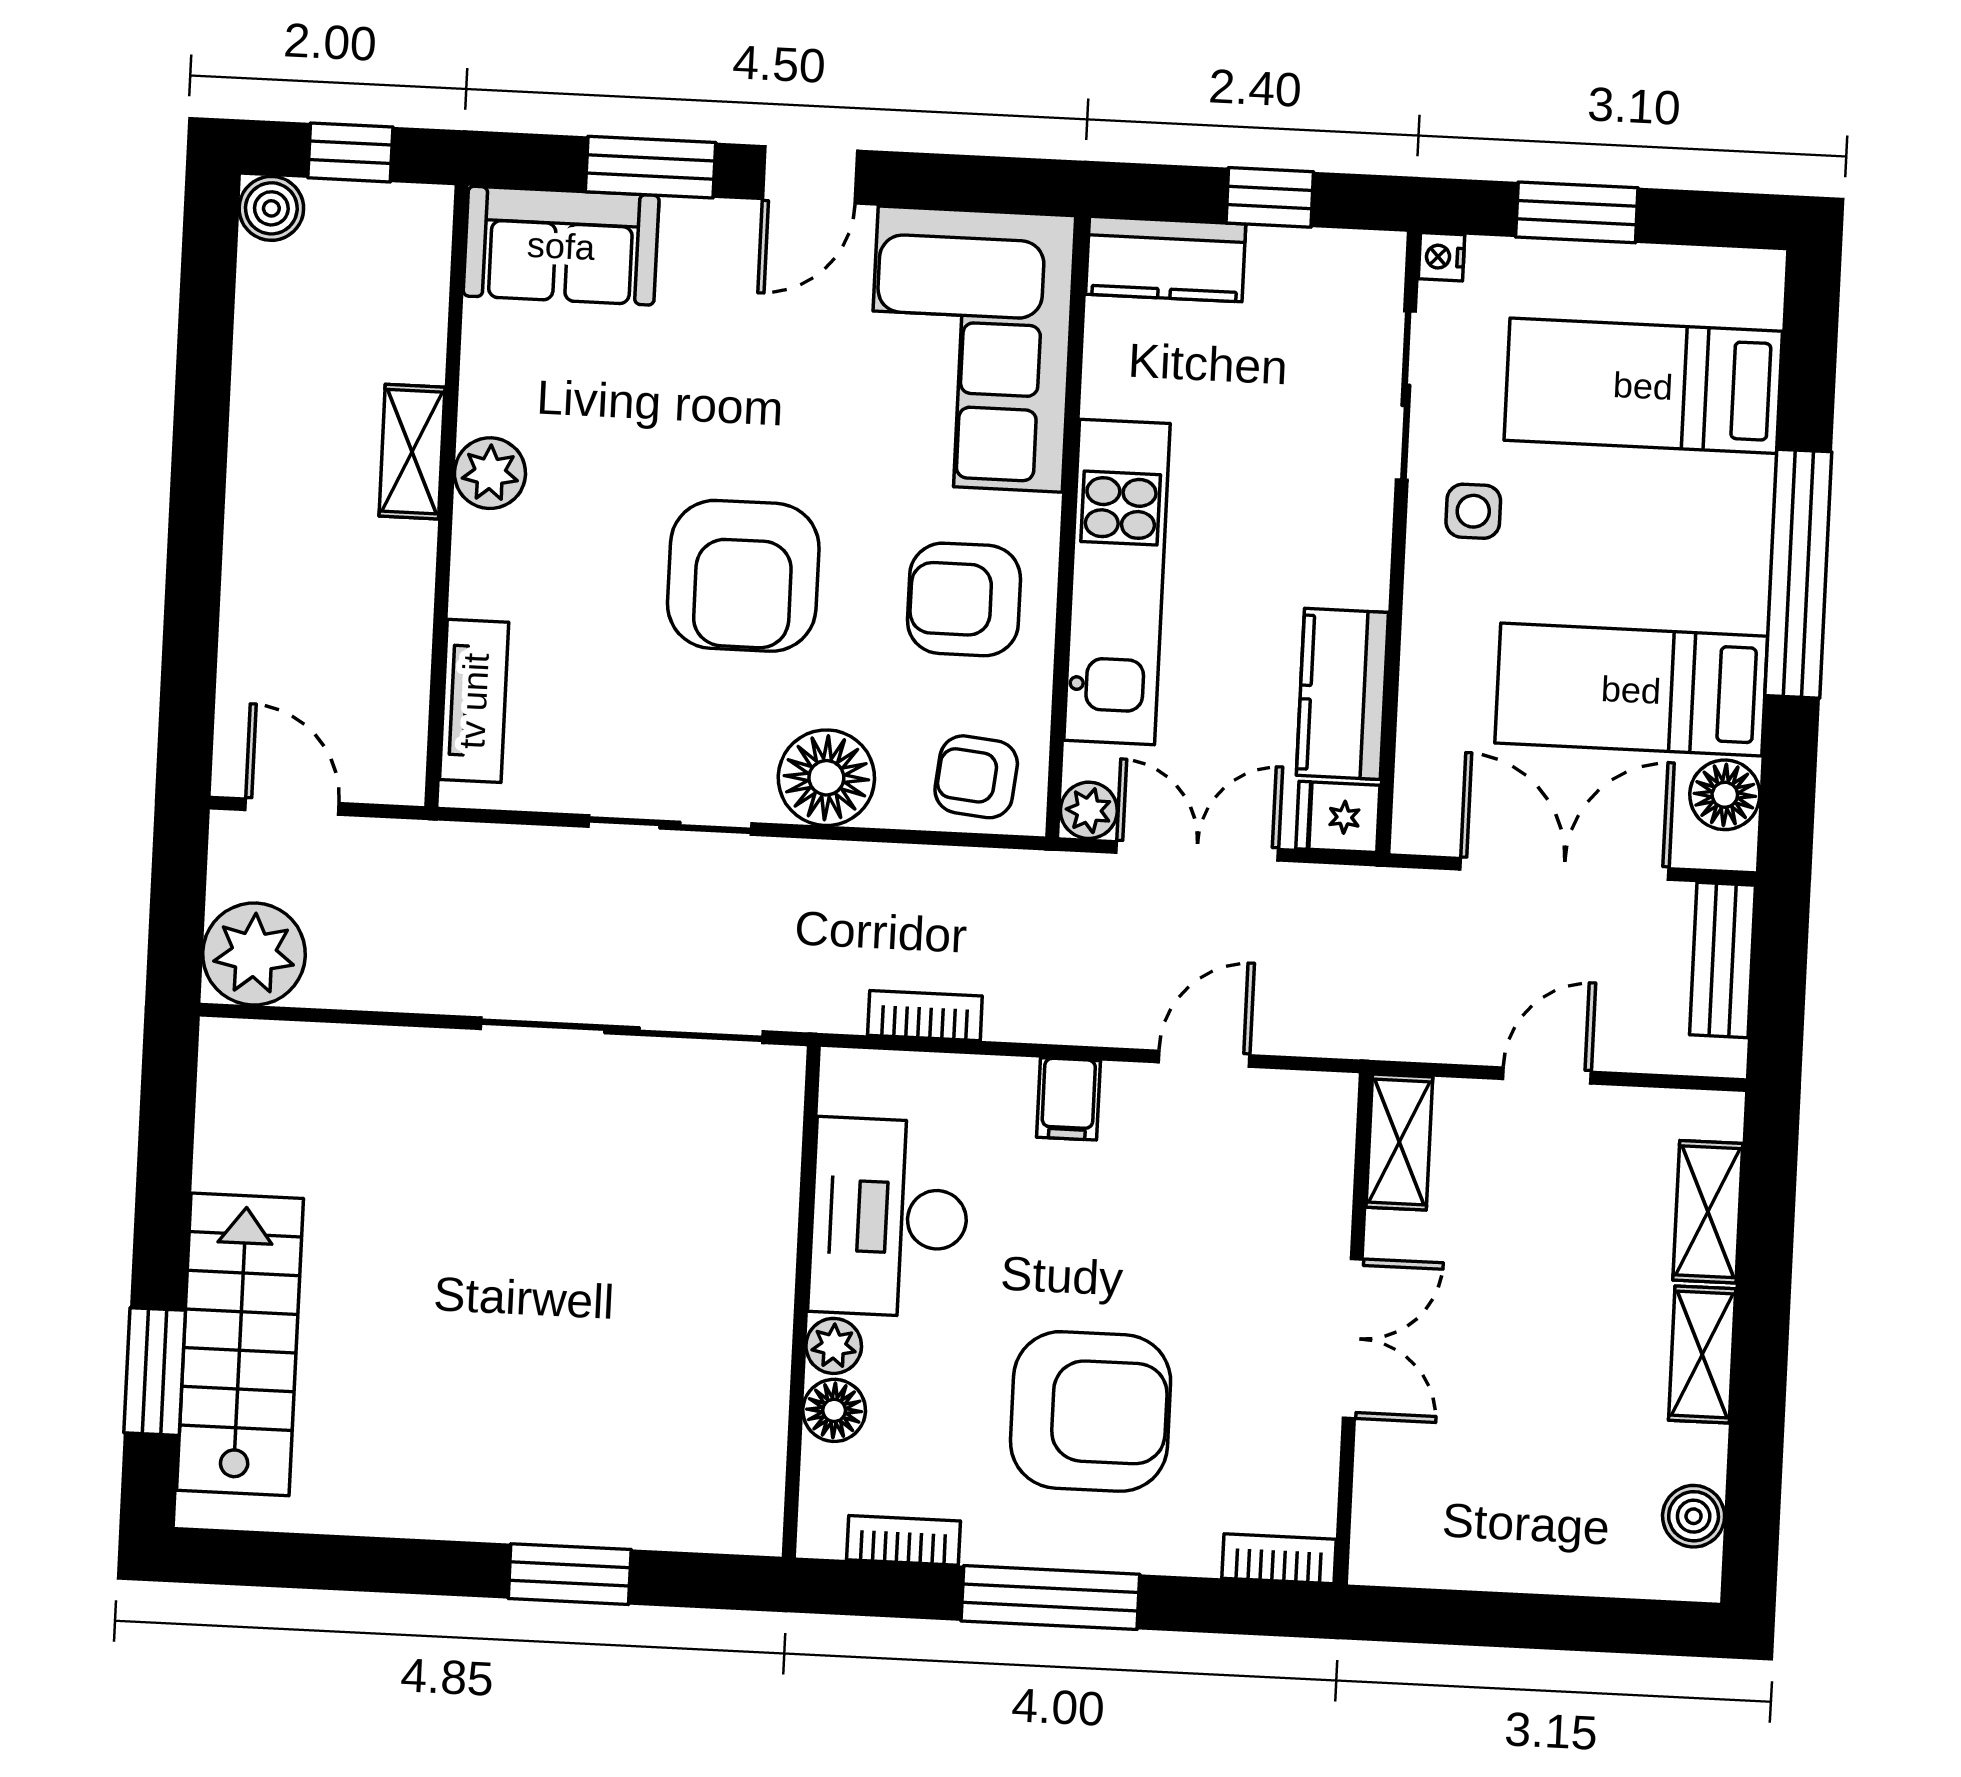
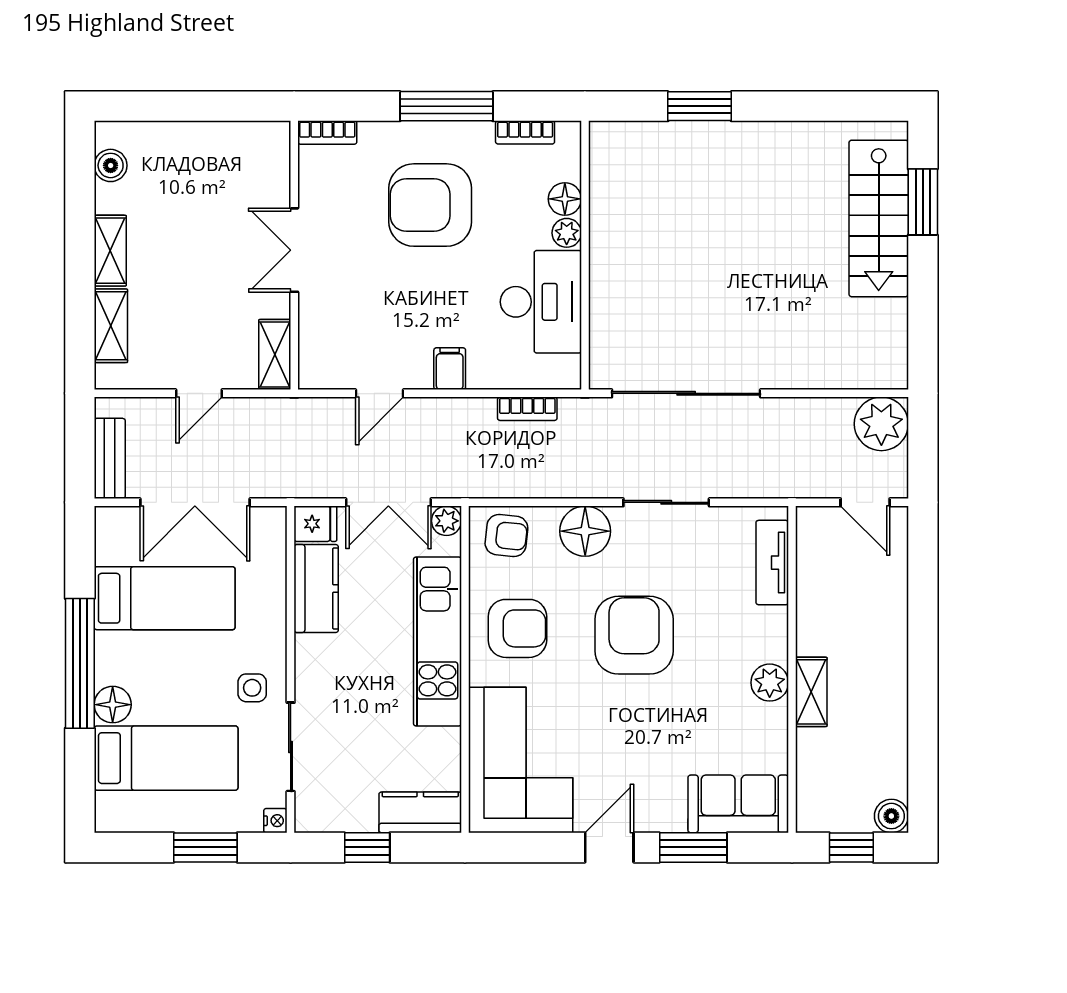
floor lamp: (1725, 795) -> (113, 705), moved

